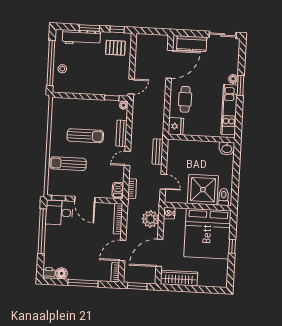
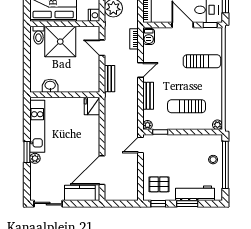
cafe table: (185, 99) -> (84, 135), removed
plant: (56, 102) -> (217, 125), added
sun lounger: (85, 136) -> (187, 106), moved
washbasin: (227, 148) -> (50, 86), moved

